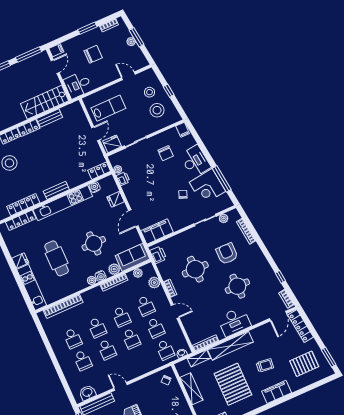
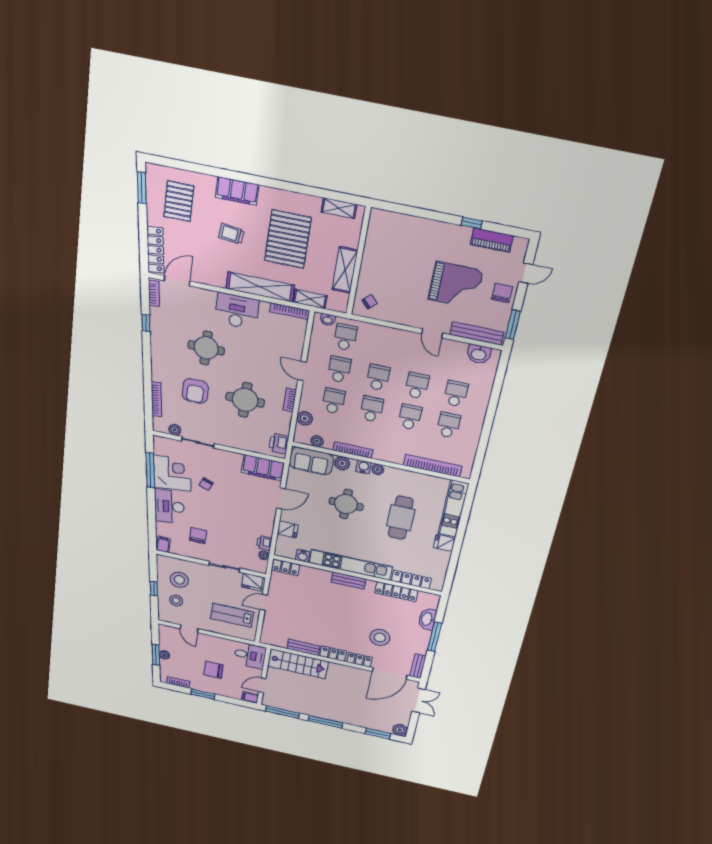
pallet: (304, 364) -> (179, 201), turned 90

